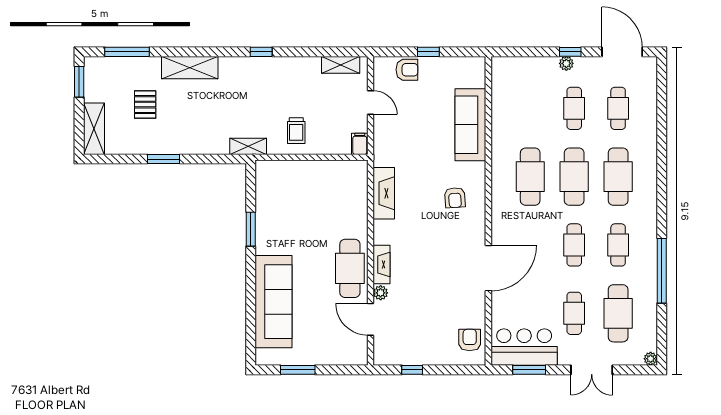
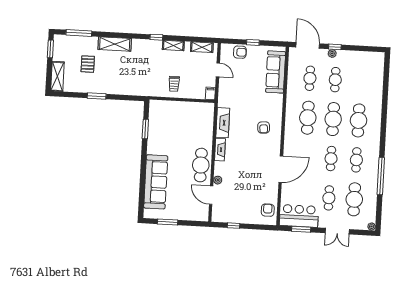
door: (622, 52) -> (308, 45), moved
cafe table: (618, 108) -> (310, 78), moved
sofa: (470, 125) -> (276, 72), moved
shelving: (248, 146) -> (173, 45), moved
window: (251, 229) -> (145, 129), moved
fireplace: (381, 265) -> (220, 150), moved

